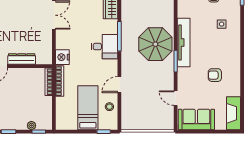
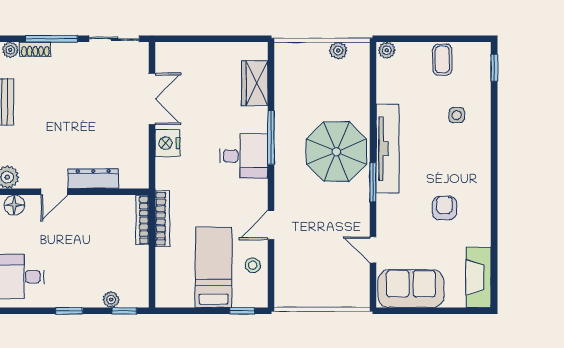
nightstand: (62, 57) -> (167, 143), moved
armchair: (215, 75) -> (444, 208), turned 90

